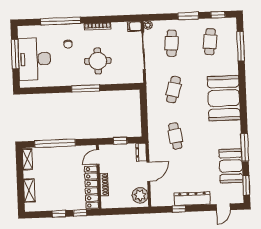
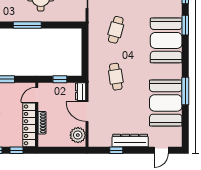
booth: (231, 166) -> (166, 103), width x1.36, depth x1.42
door: (148, 172) -> (87, 112), swing flipped
window: (246, 185) -> (185, 25), moved

